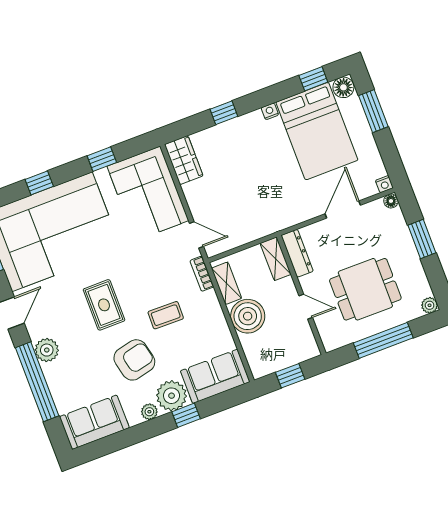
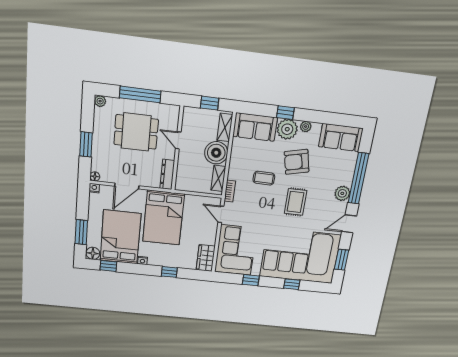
bed: (272, 190) -> (164, 218), added
shelving: (276, 259) -> (225, 127), moved

